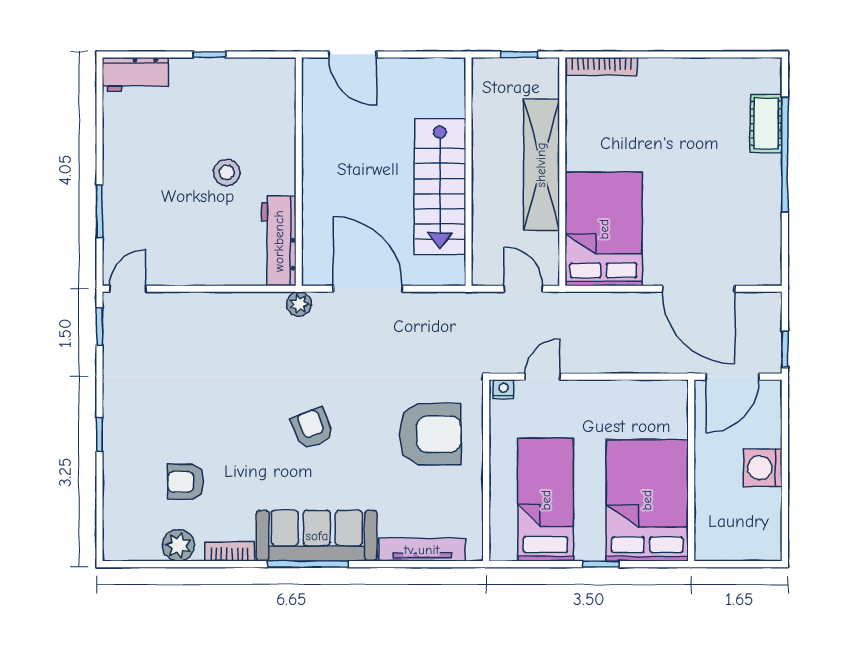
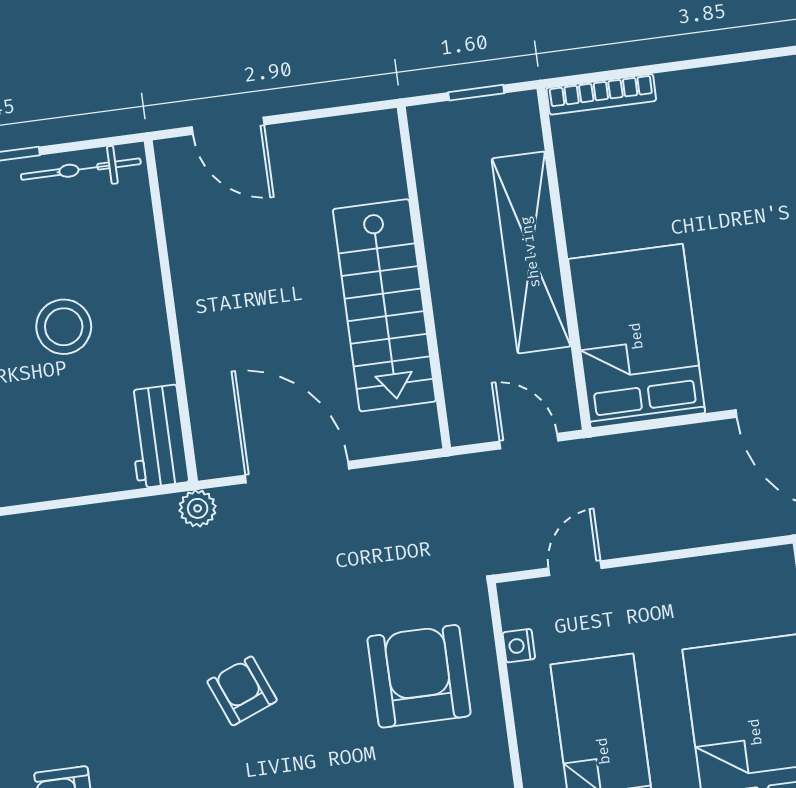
bicycle: (252, 70) -> (81, 169), added
stool: (227, 172) -> (64, 327), width x1.38, depth x1.38
workbench: (279, 241) -> (157, 436), width x0.73
nightstand: (504, 389) -> (519, 646), moved, turned -90
armchair: (430, 434) -> (419, 676), turned -90

